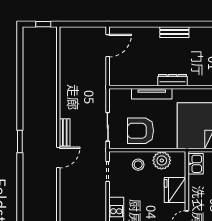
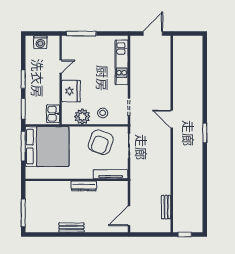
dresser: (172, 80) -> (84, 186), moved
tv unit: (152, 94) -> (111, 174), moved
armchair: (140, 131) -> (101, 142), turned 110
bench: (65, 132) -> (166, 207), moved
door: (58, 158) -> (172, 119), hinge flipped

